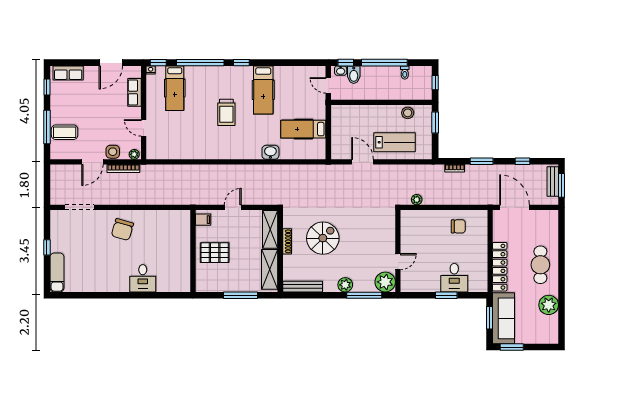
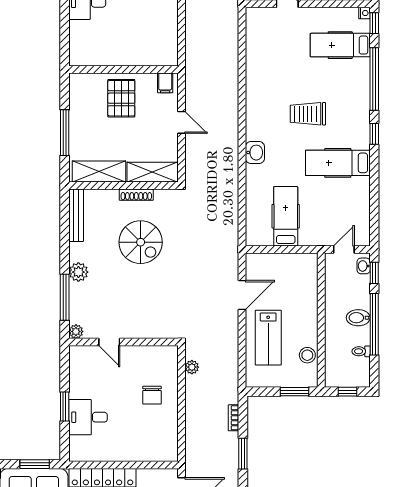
bidet: (354, 75) -> (358, 318), moved
washbasin: (270, 152) -> (255, 153), moved
chair: (458, 226) -> (152, 395), moved
plant: (385, 282) -> (76, 332), width x0.53, depth x0.53

